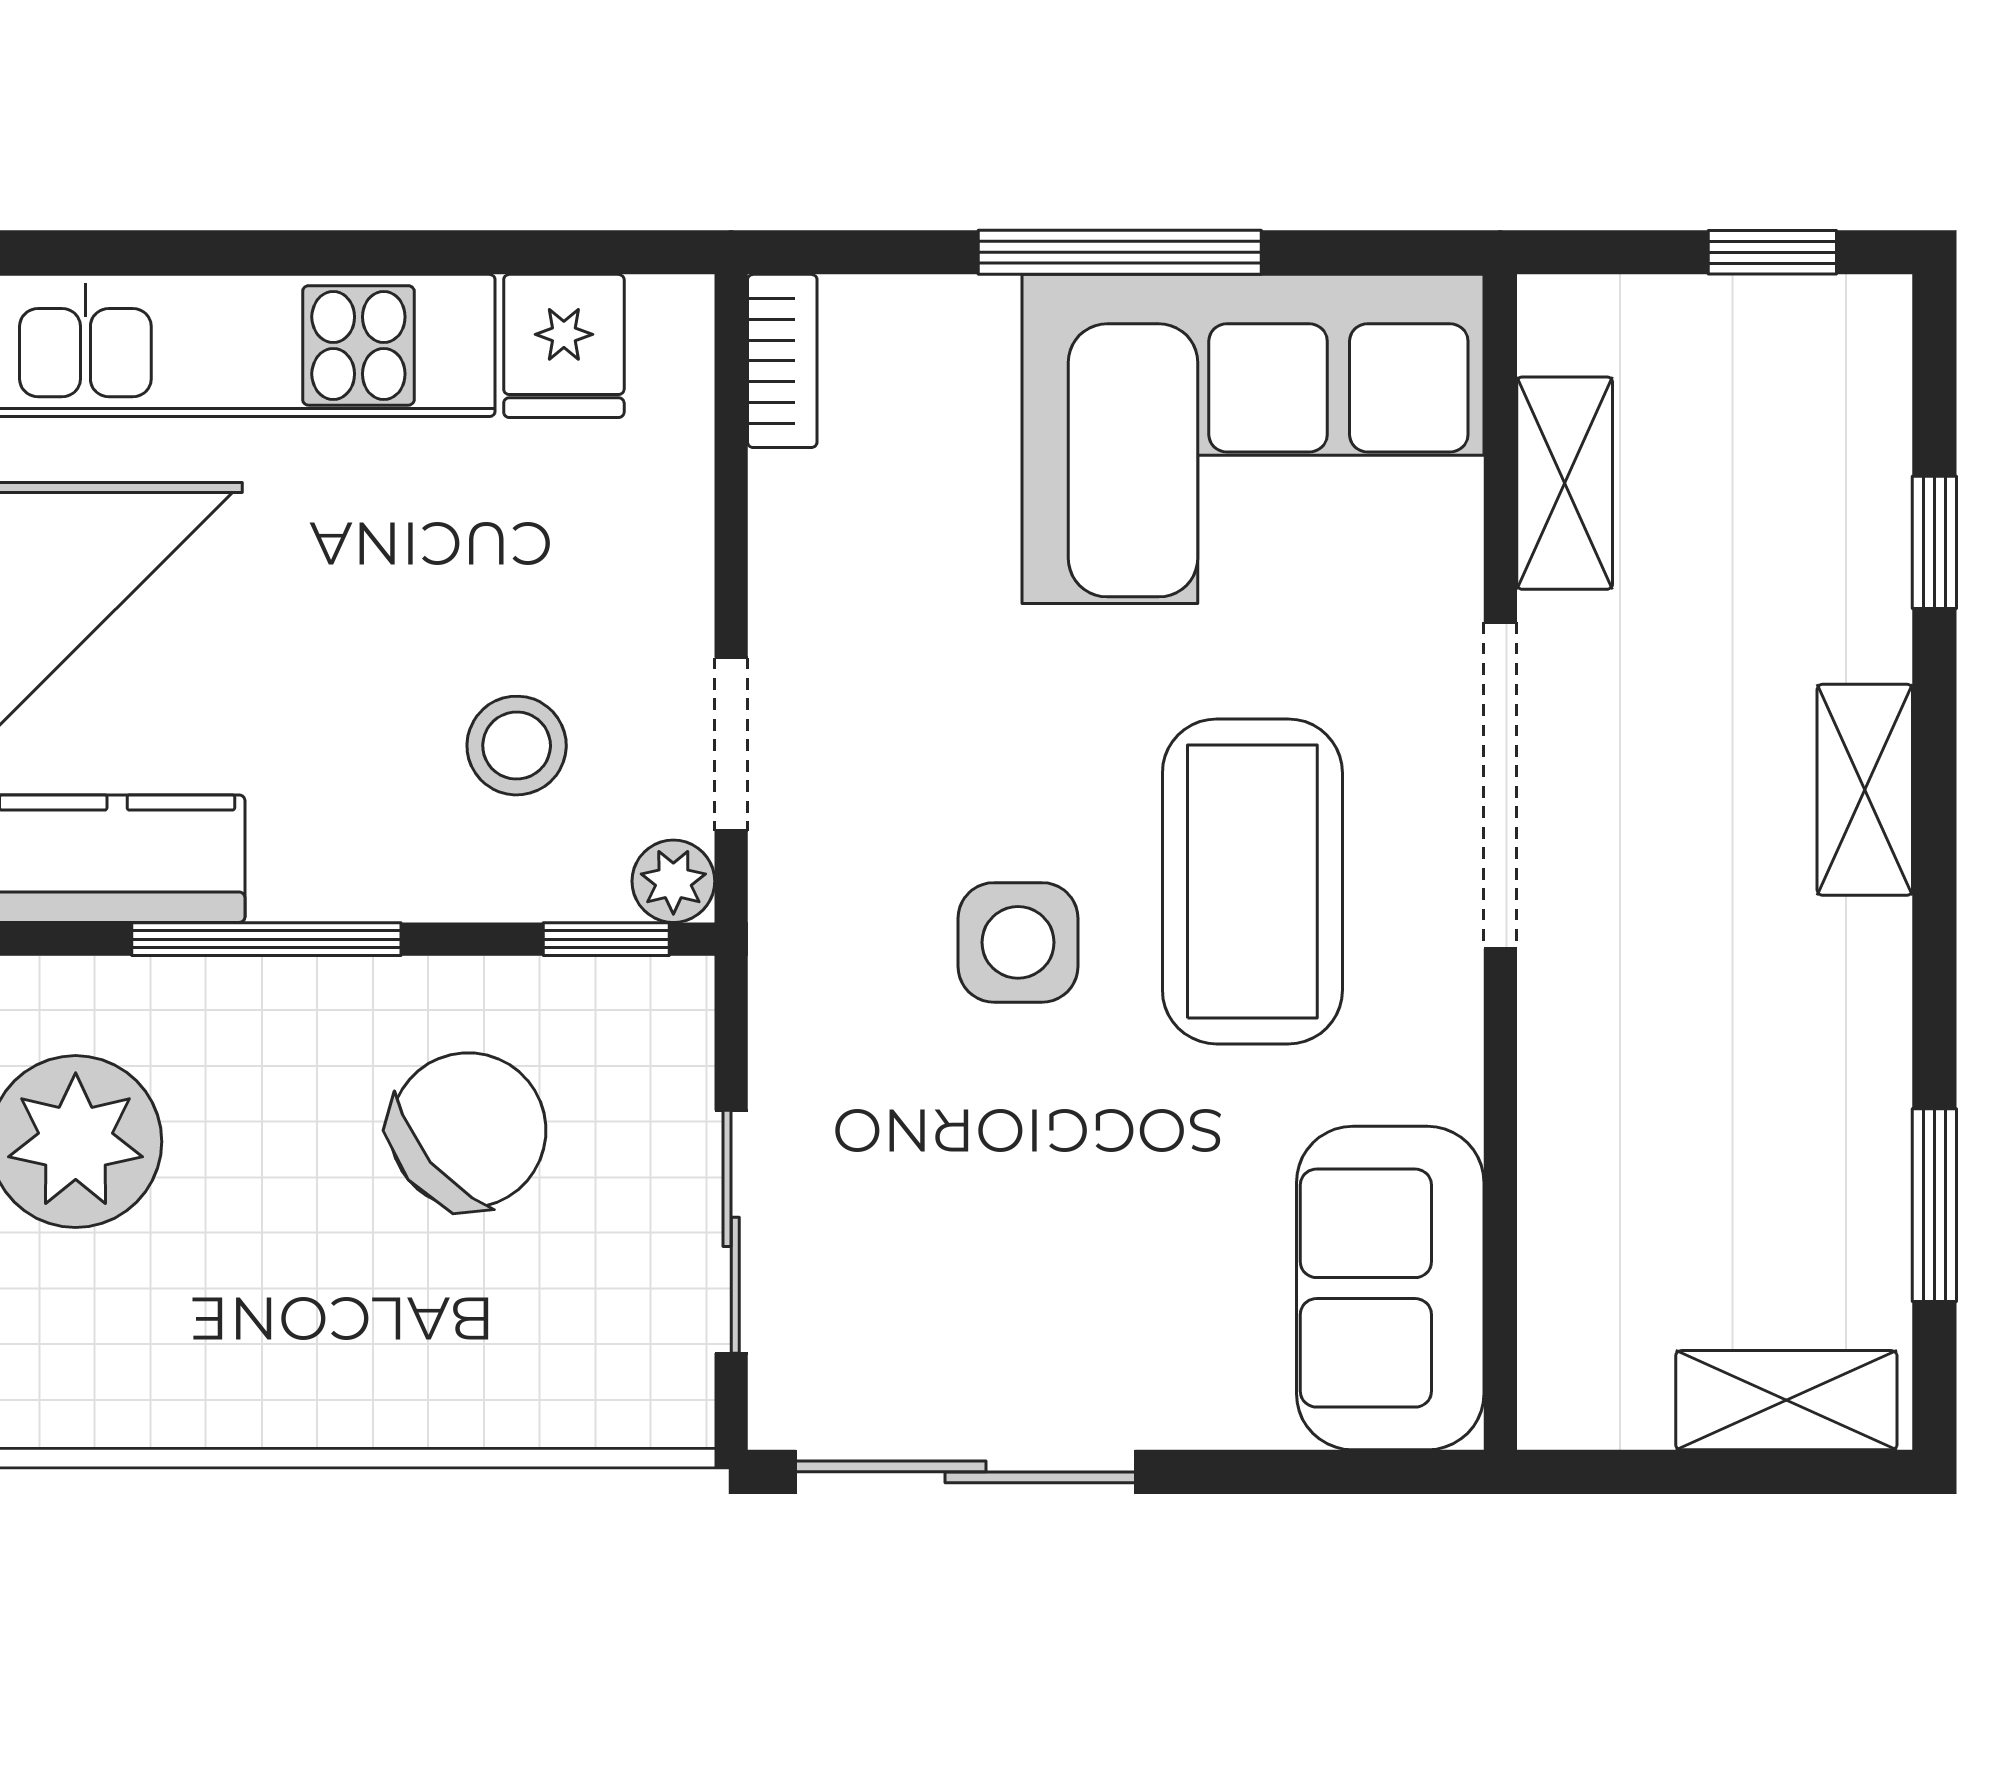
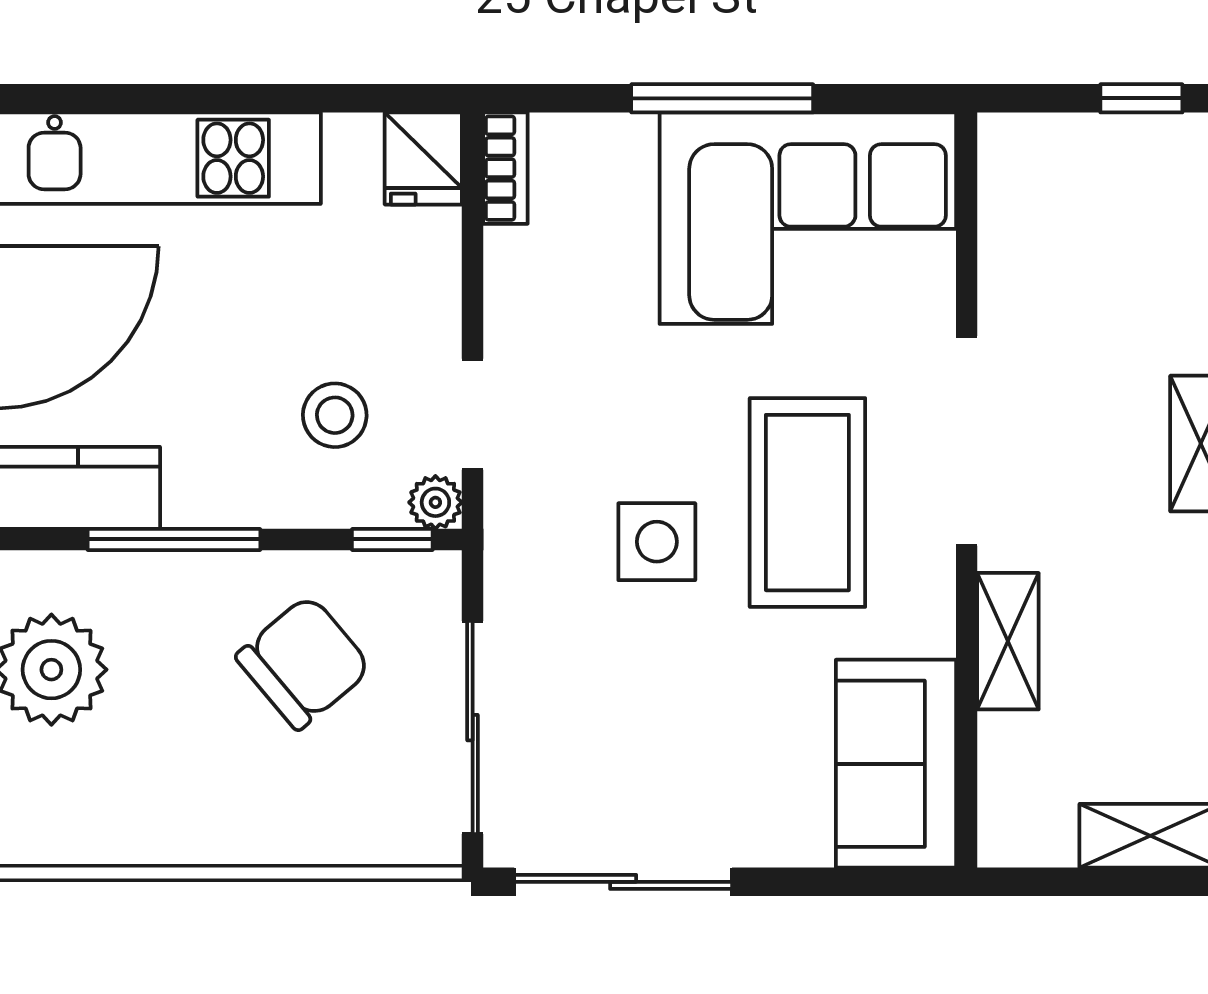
fridge: (564, 346) -> (423, 158), moved
shelving: (1565, 483) -> (1008, 641), moved
sliding door: (731, 1232) -> (473, 728), width x1.37

